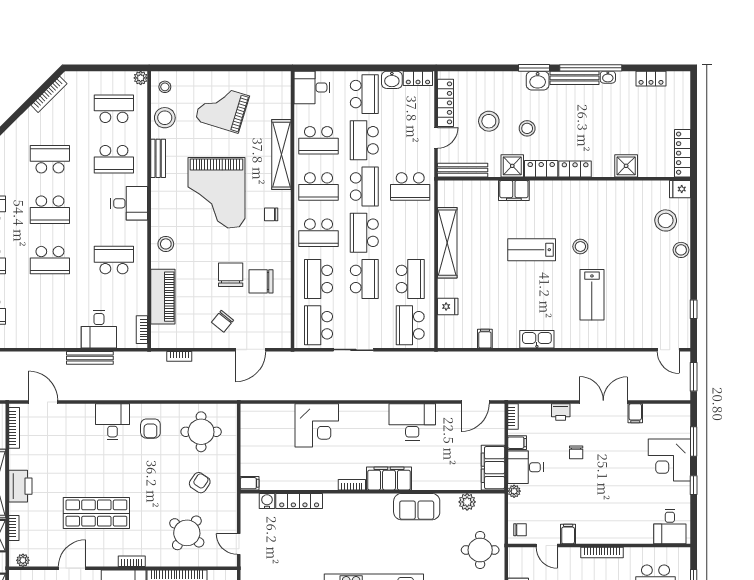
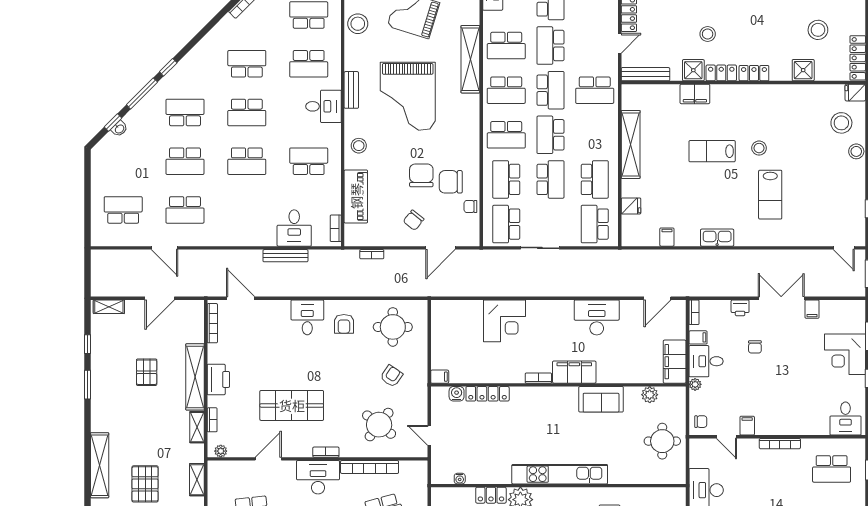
stool: (489, 121) -> (818, 30), moved
bench: (158, 158) -> (351, 90), moved
chair: (271, 214) -> (470, 207), moved

